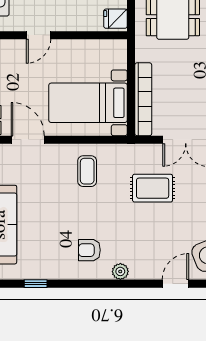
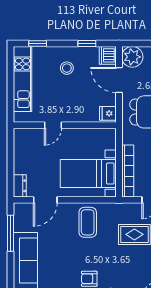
door: (28, 140) -> (45, 200), swing flipped
coffee table: (87, 171) -> (88, 222), width x1.36, depth x1.30

